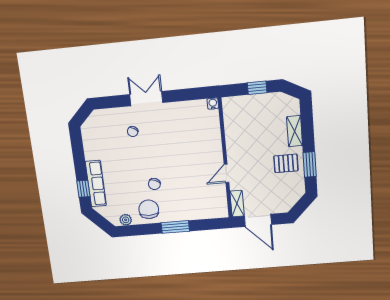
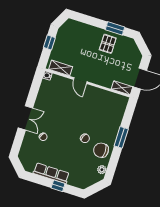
double door: (146, 99) -> (25, 118), swing flipped
shelving: (295, 131) -> (61, 68), moved
door: (226, 173) -> (80, 81), moved
row of seats: (96, 184) -> (51, 173), moved
window: (83, 189) -> (58, 186), moved

